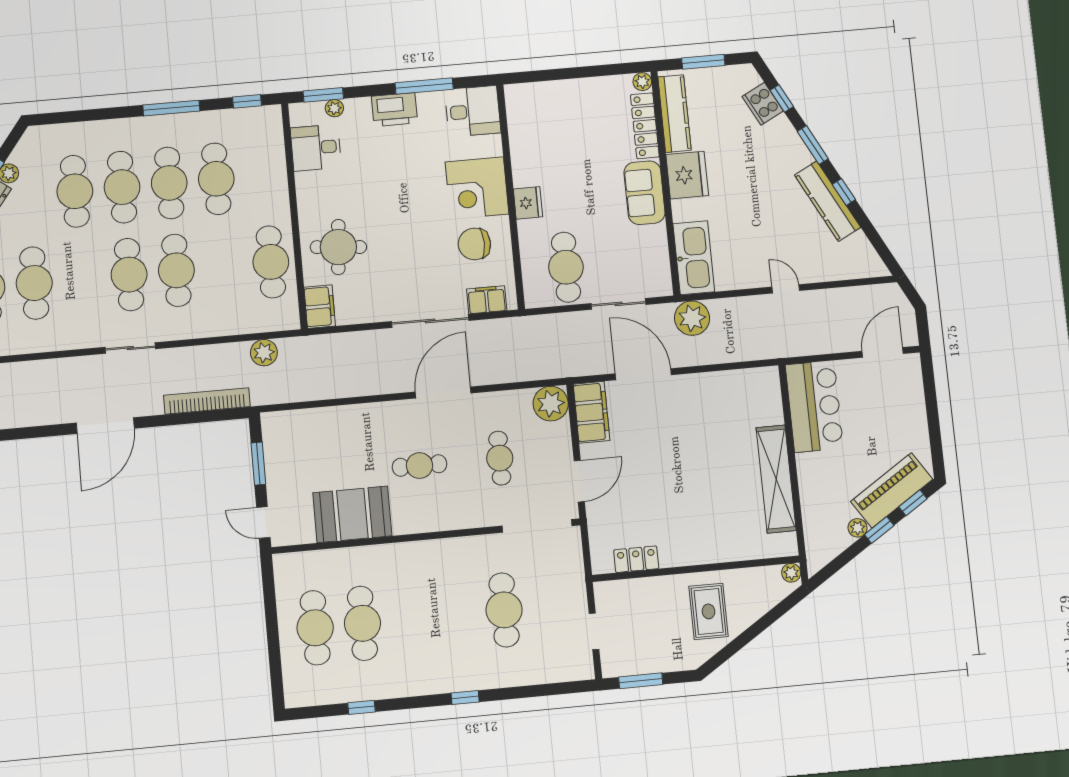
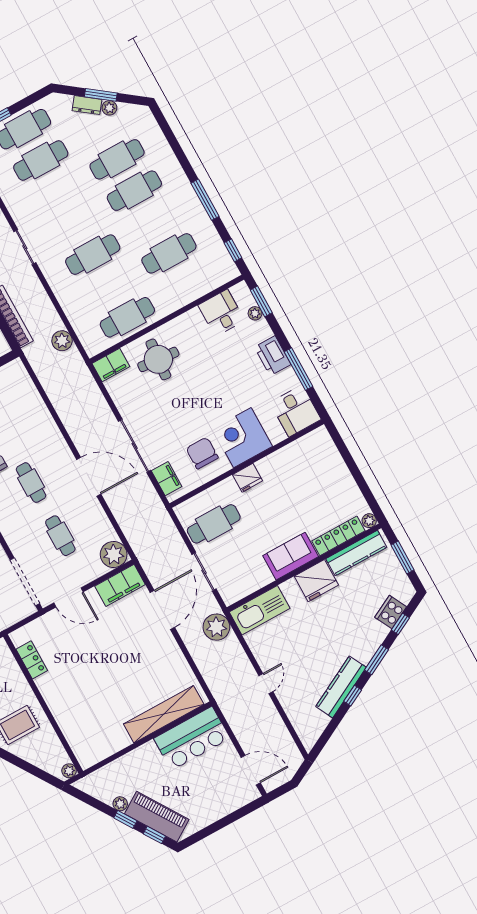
cafe table: (169, 183) -> (152, 222), removed
cafe table: (129, 275) -> (75, 223), removed
cafe table: (500, 458) -> (60, 536), turned 90
shelving: (776, 479) -> (164, 714), moved

